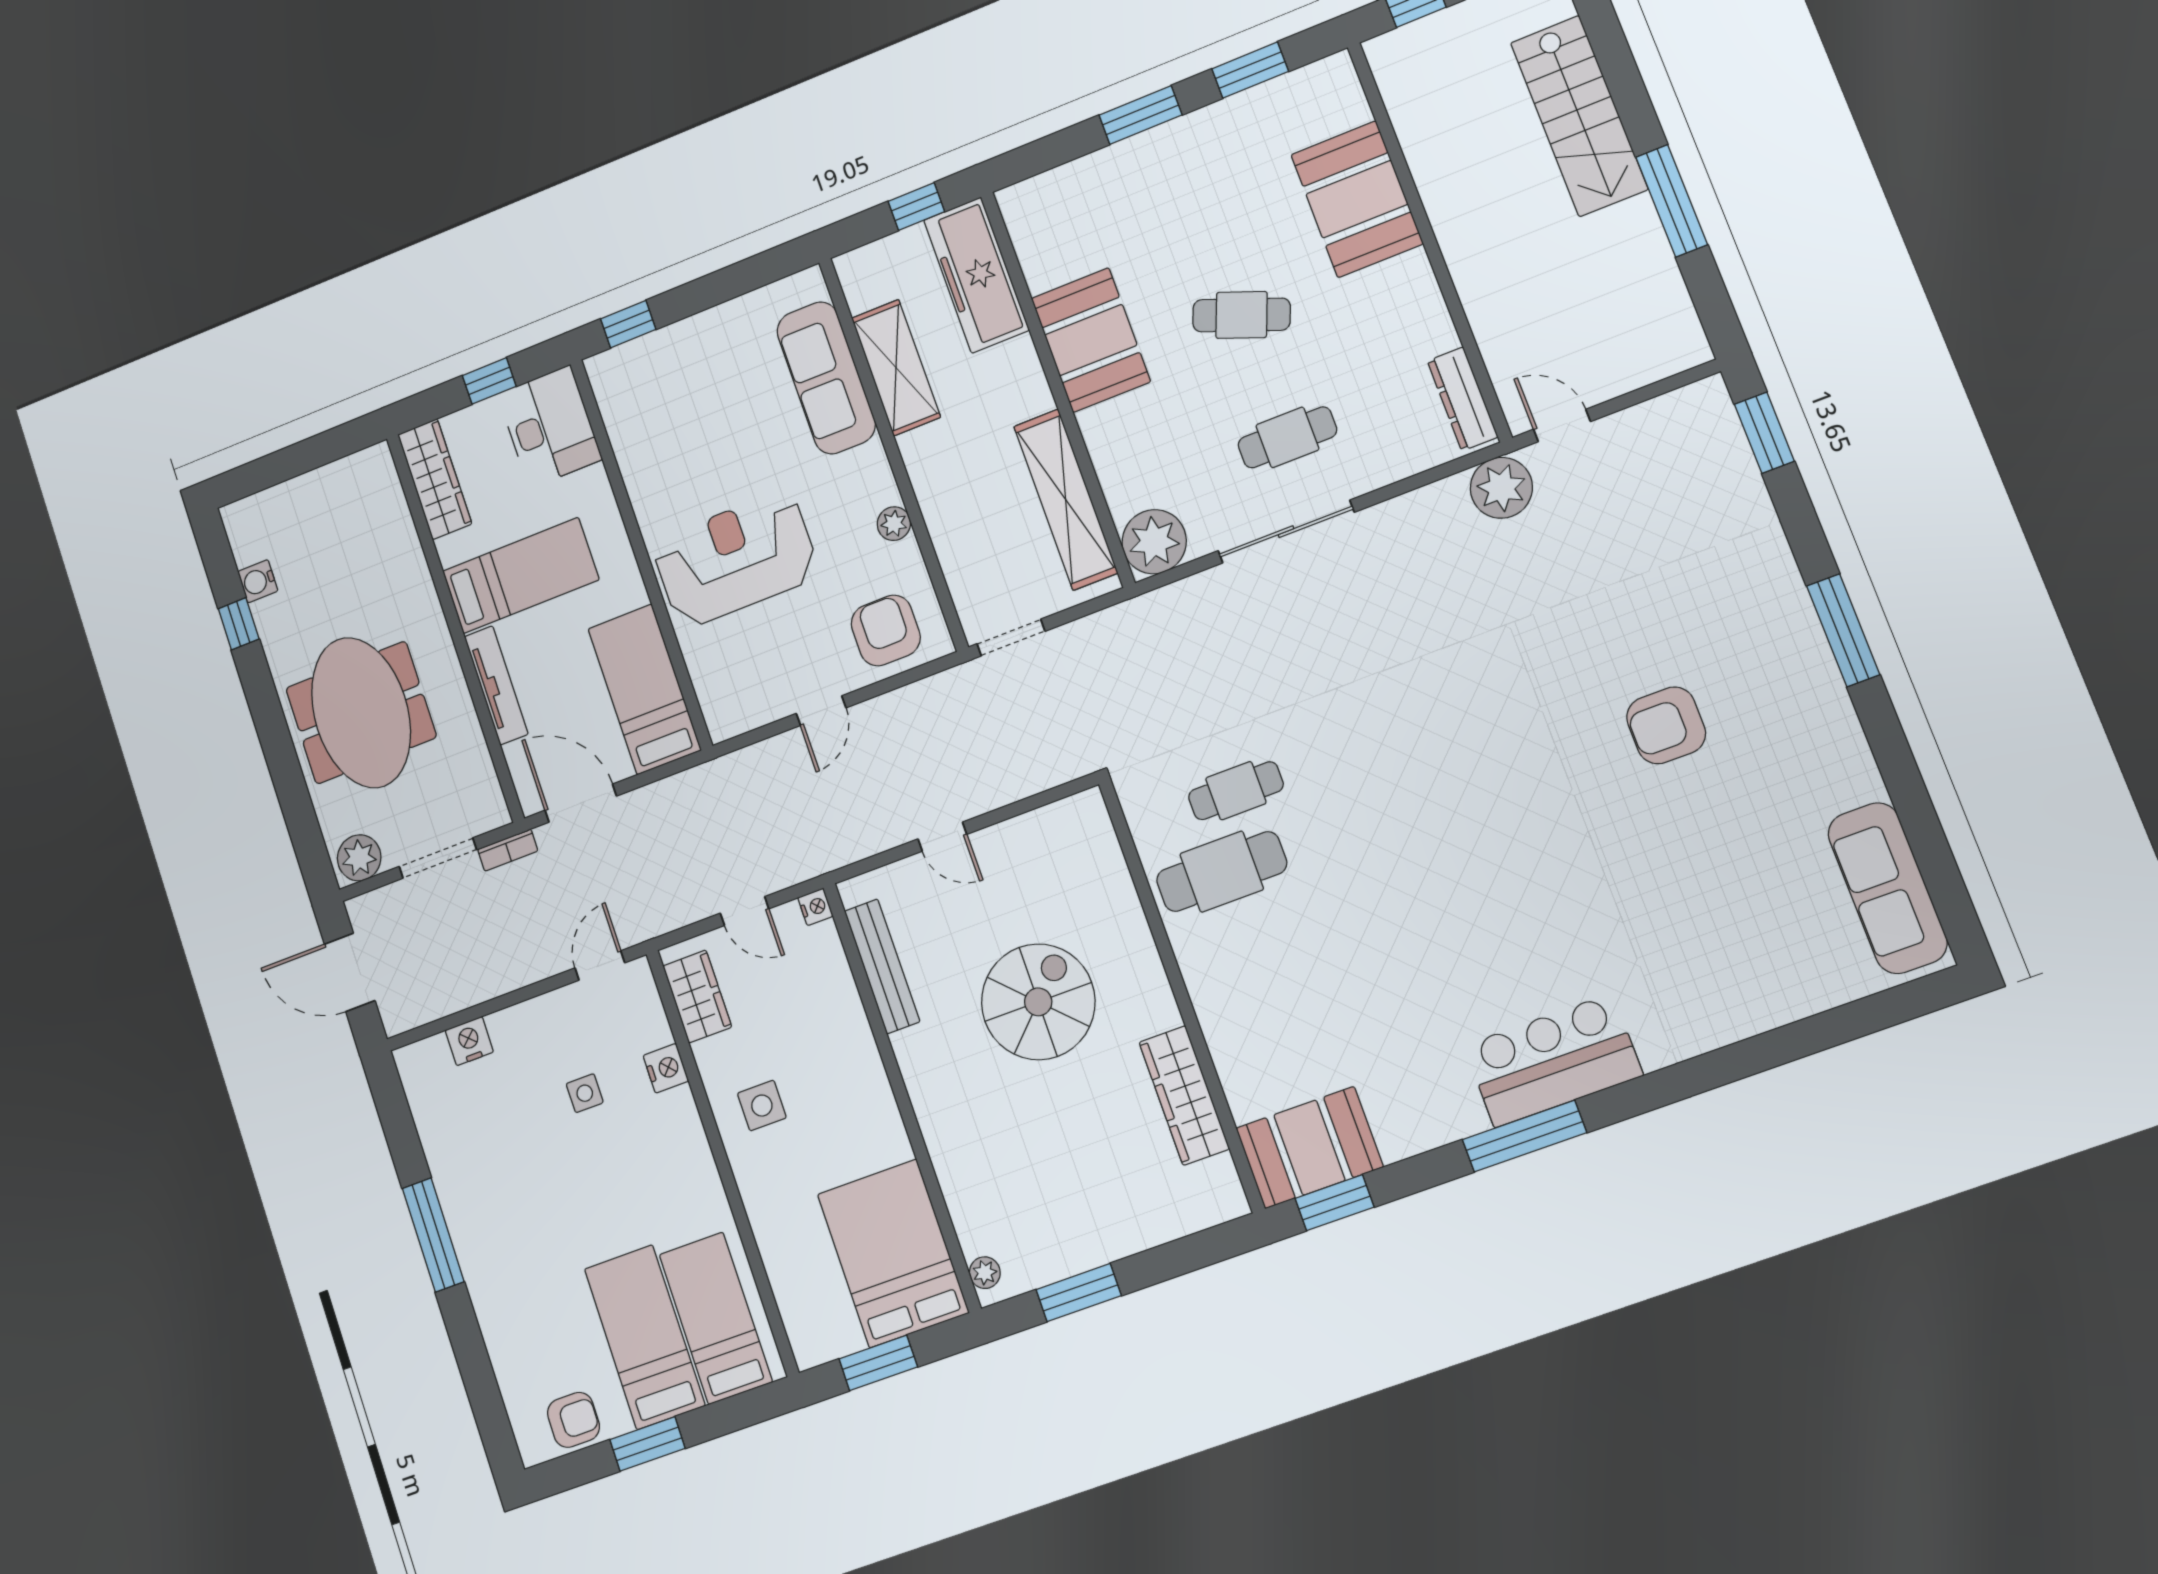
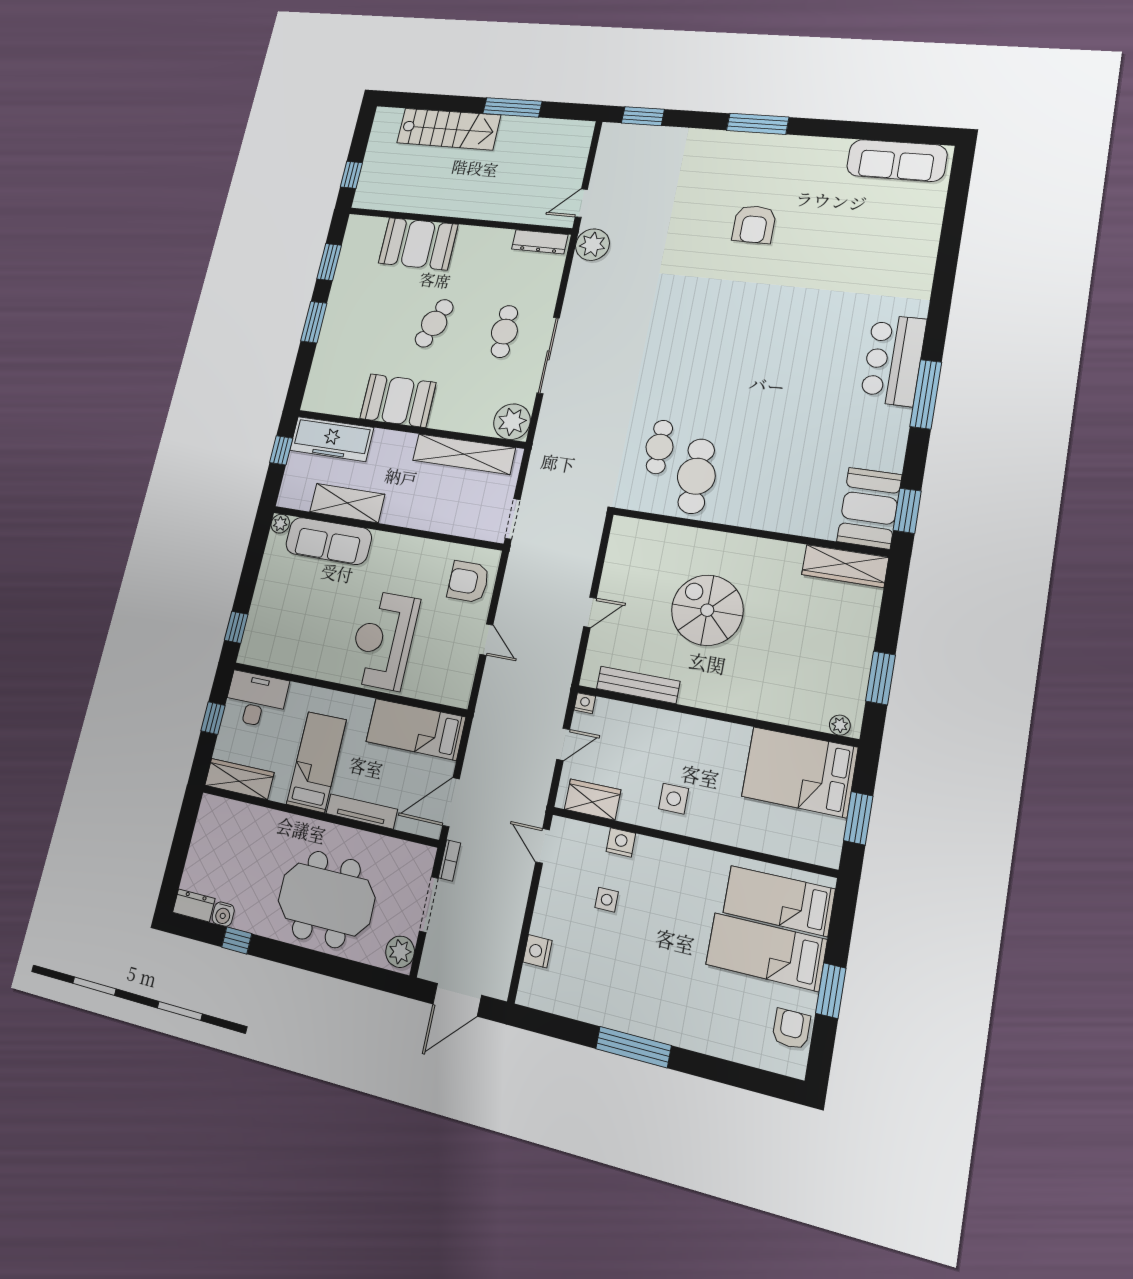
plant: (894, 524) -> (280, 524), moved
dresser: (243, 532) -> (194, 905), added
wardrobe: (1184, 1095) -> (845, 566), moved

